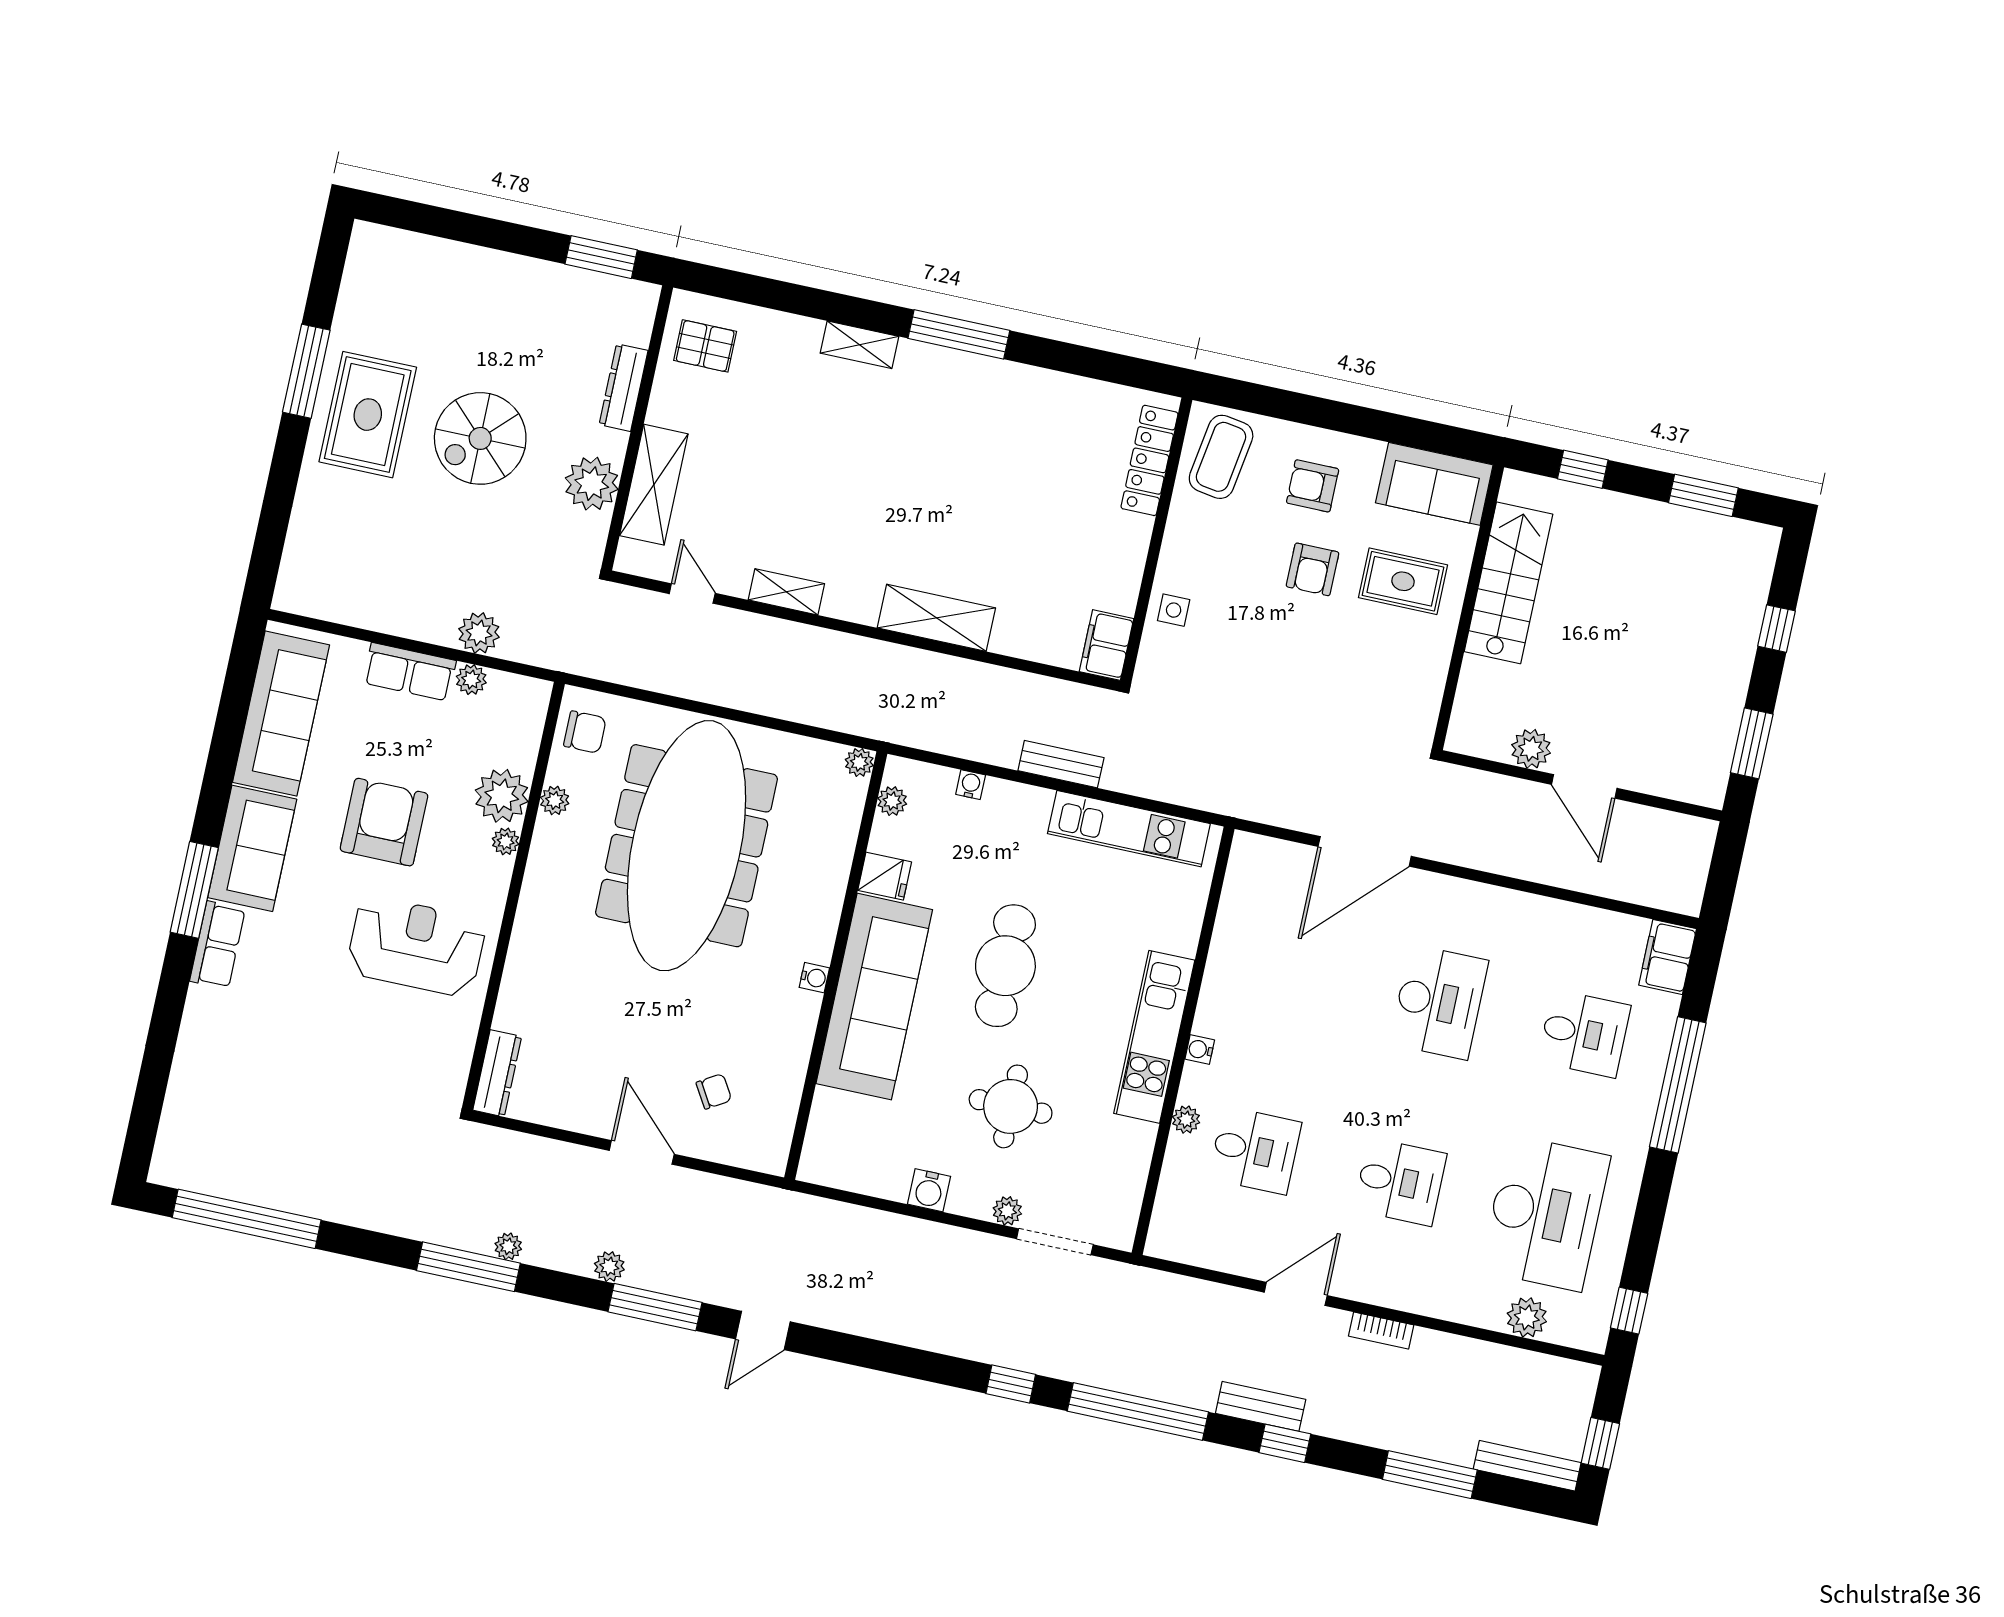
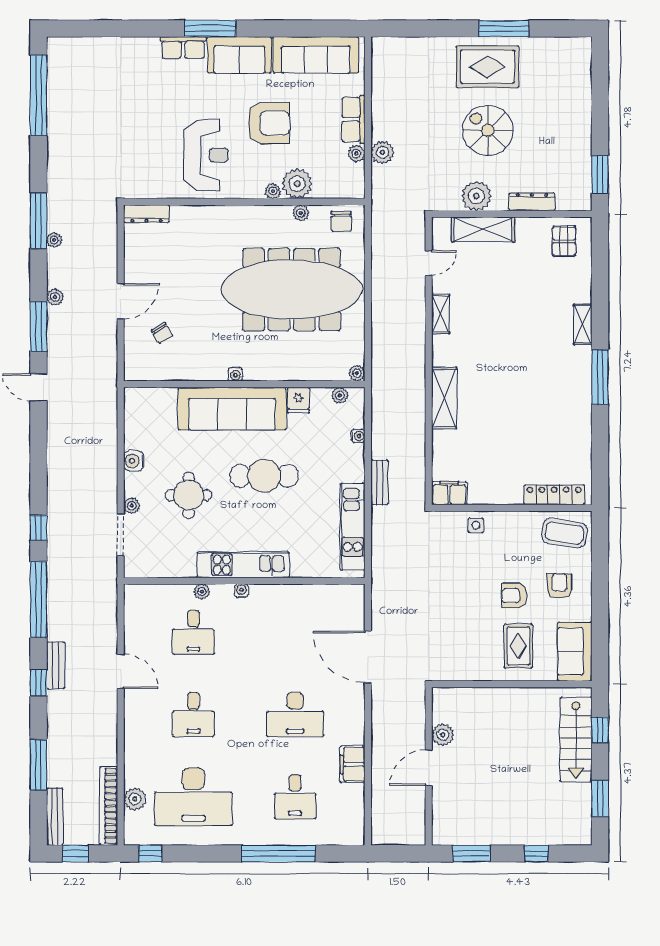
stairs: (1509, 583) -> (576, 740), moved, turned 90
filing cabinet: (1668, 957) -> (352, 764), moved, turned -90
bookcase: (1381, 1331) -> (109, 806), moved, width x2.31, depth x1.31

